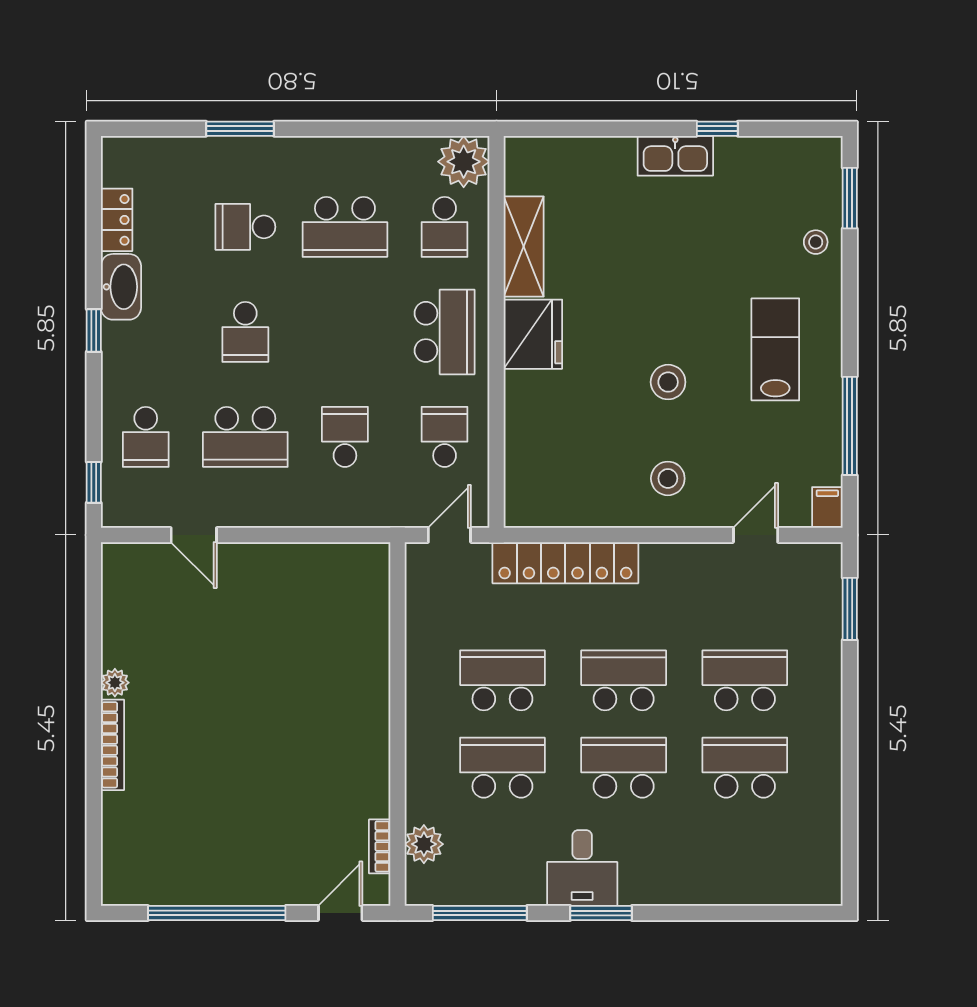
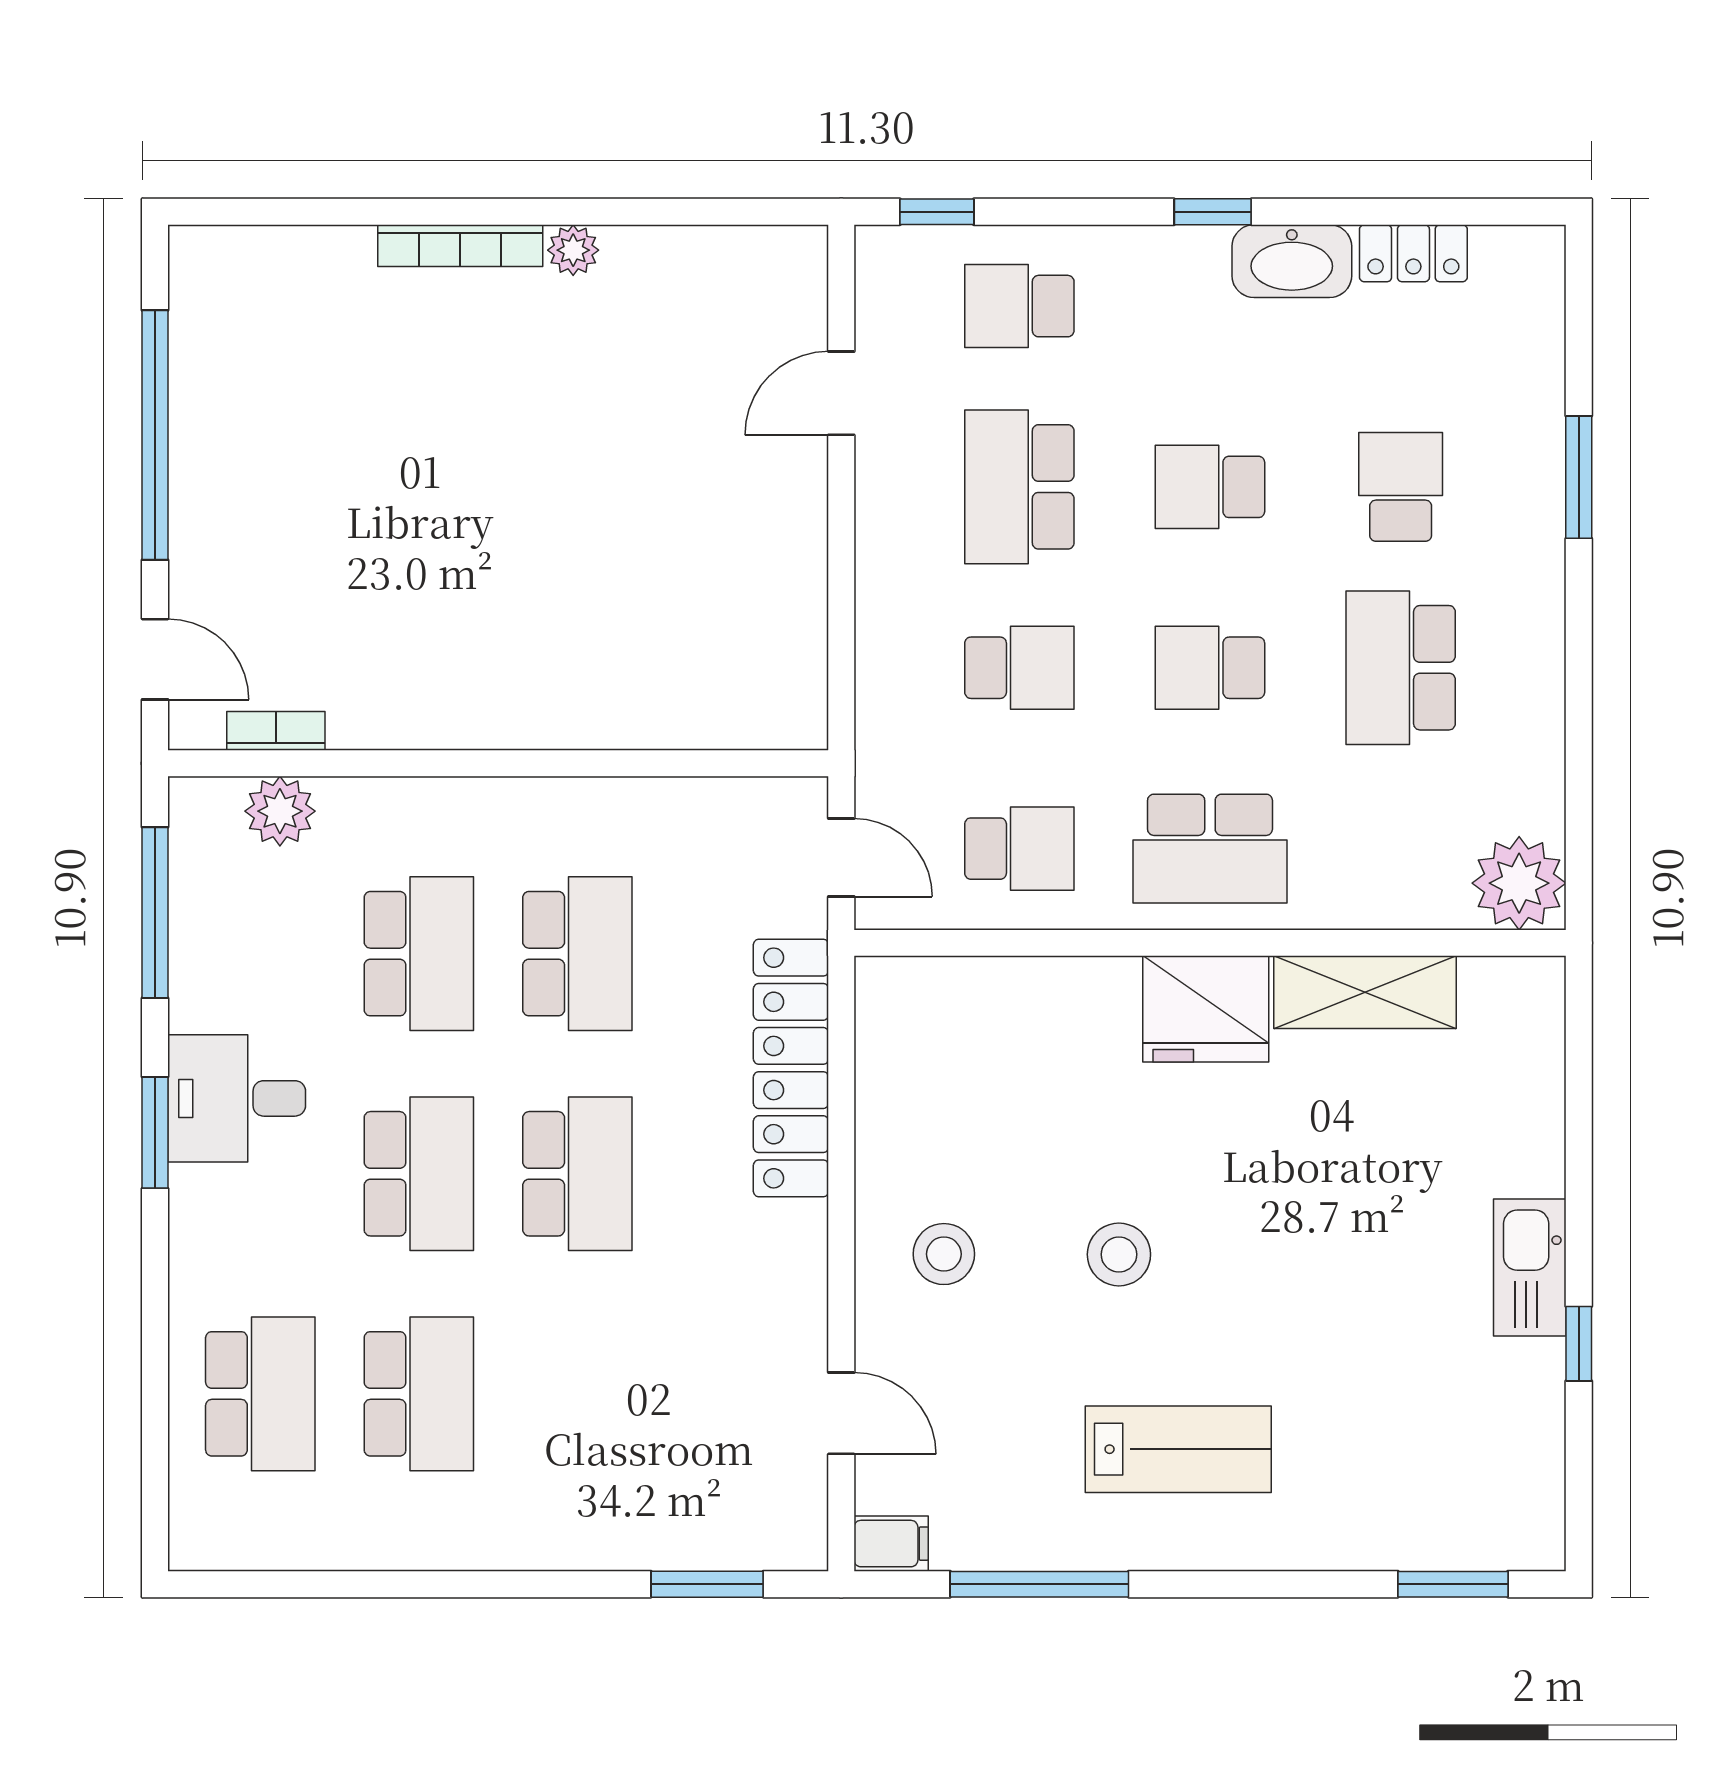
school desk: (445, 227) -> (1210, 668), moved
stool: (816, 242) -> (1373, 1522), removed
school desk: (745, 680) -> (260, 1394), moved

